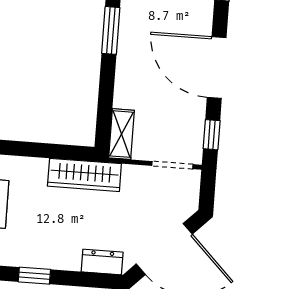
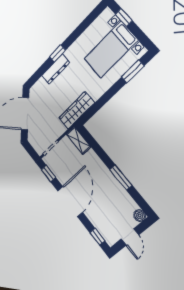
door: (217, 68) -> (70, 201), hinge flipped
dresser: (102, 262) -> (56, 69), moved, width x1.44

